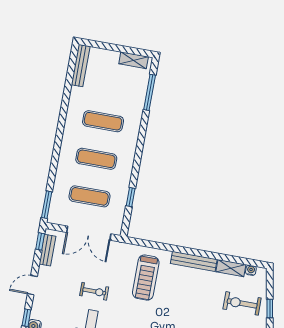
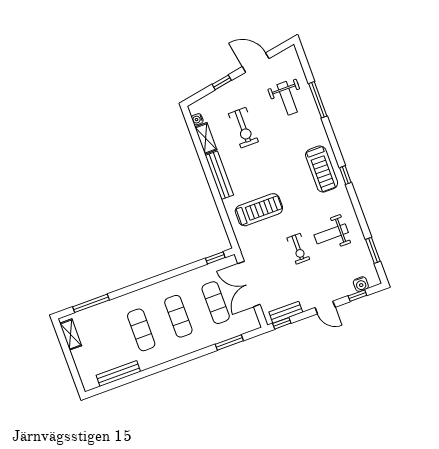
bench: (81, 66) -> (118, 373), moved
window: (131, 197) -> (215, 258), moved
window: (47, 205) -> (229, 343), moved
double door: (89, 233) -> (249, 284), swing flipped
exercise bike: (94, 291) -> (298, 249), turned 180
exercise bike: (242, 303) -> (243, 128), moved

